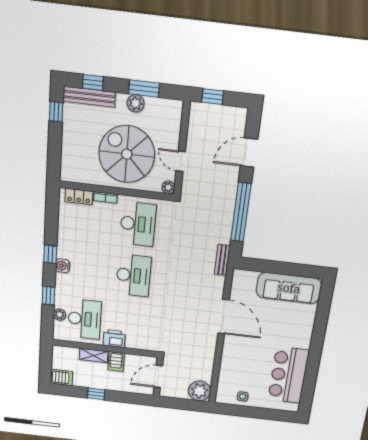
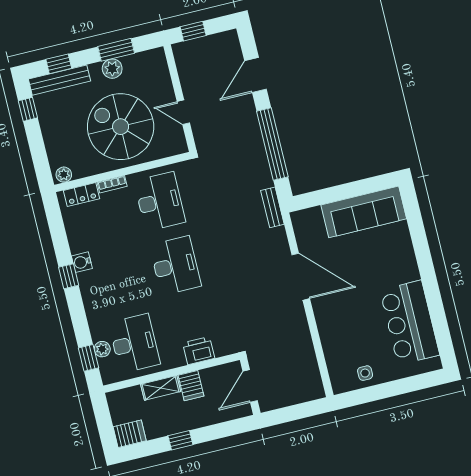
plant: (168, 187) -> (64, 175), moved
water cooler: (63, 266) -> (82, 262), moved
window: (48, 296) -> (89, 358), moved
printer: (114, 339) -> (199, 351), moved
plant: (199, 391) -> (309, 386), removed

